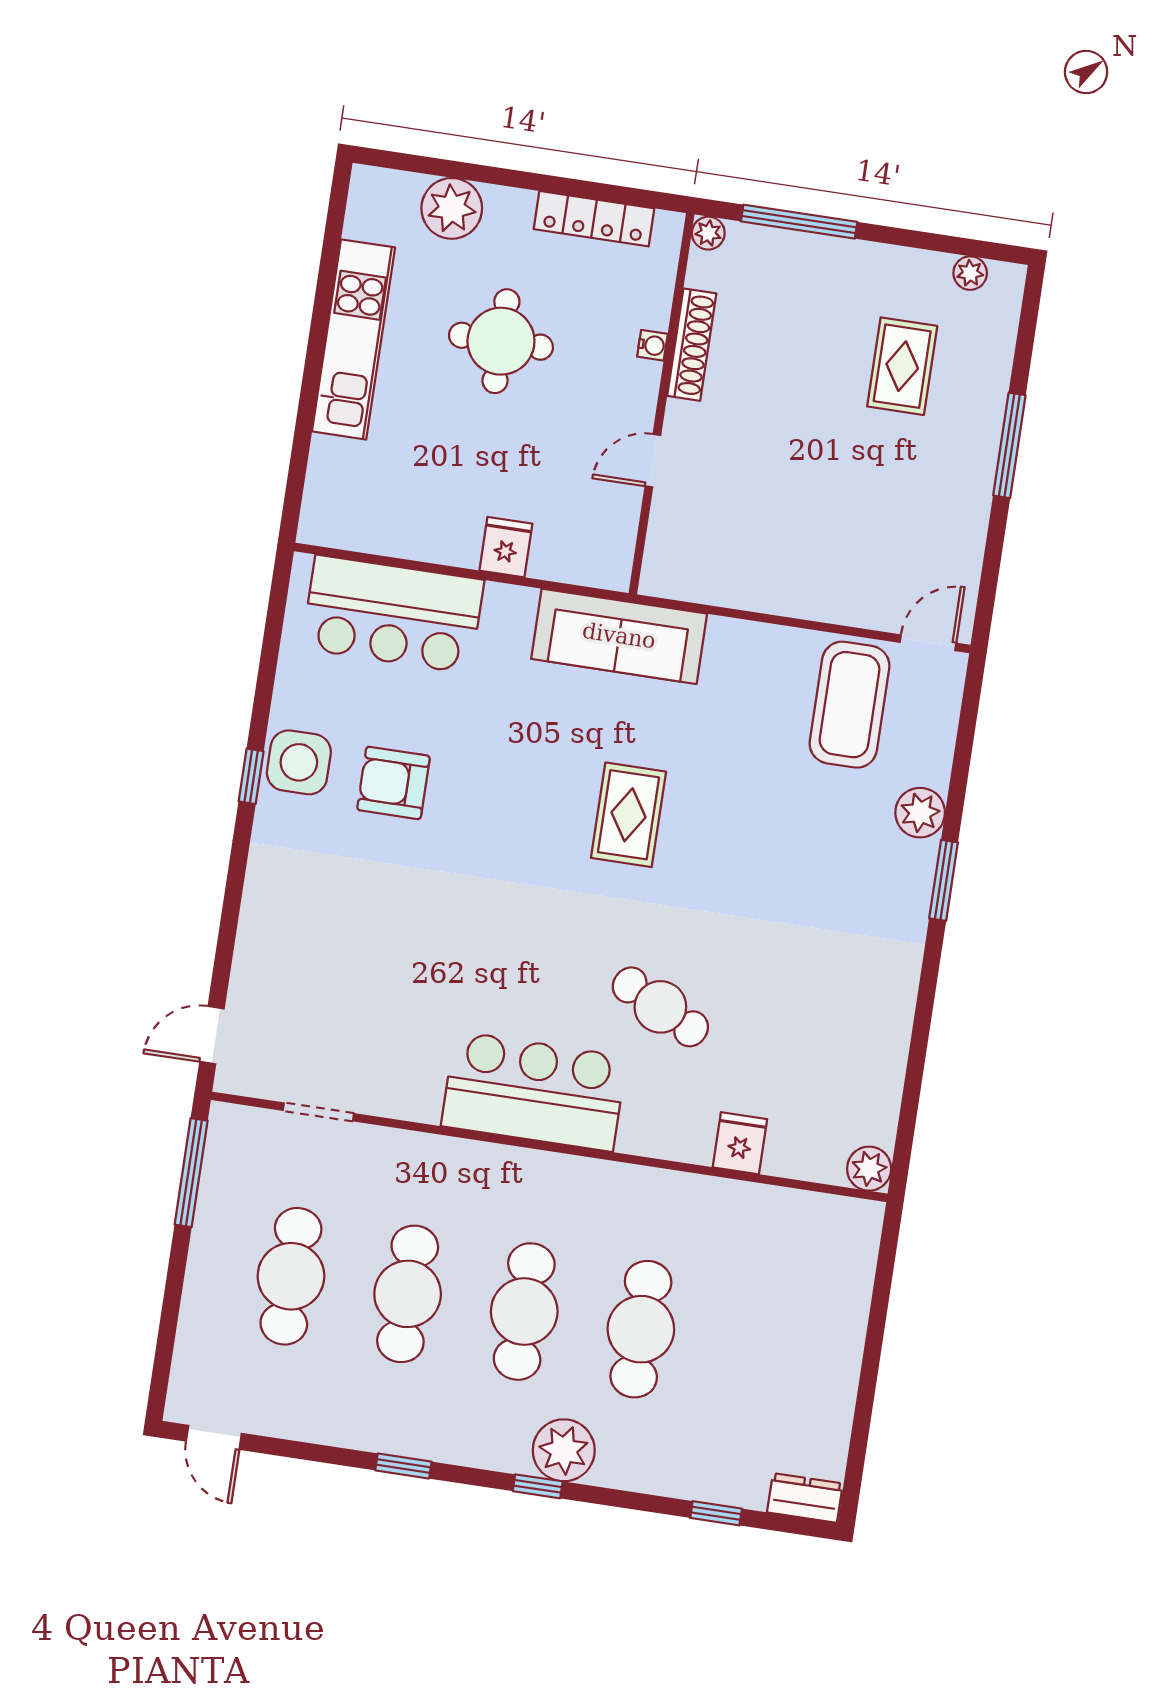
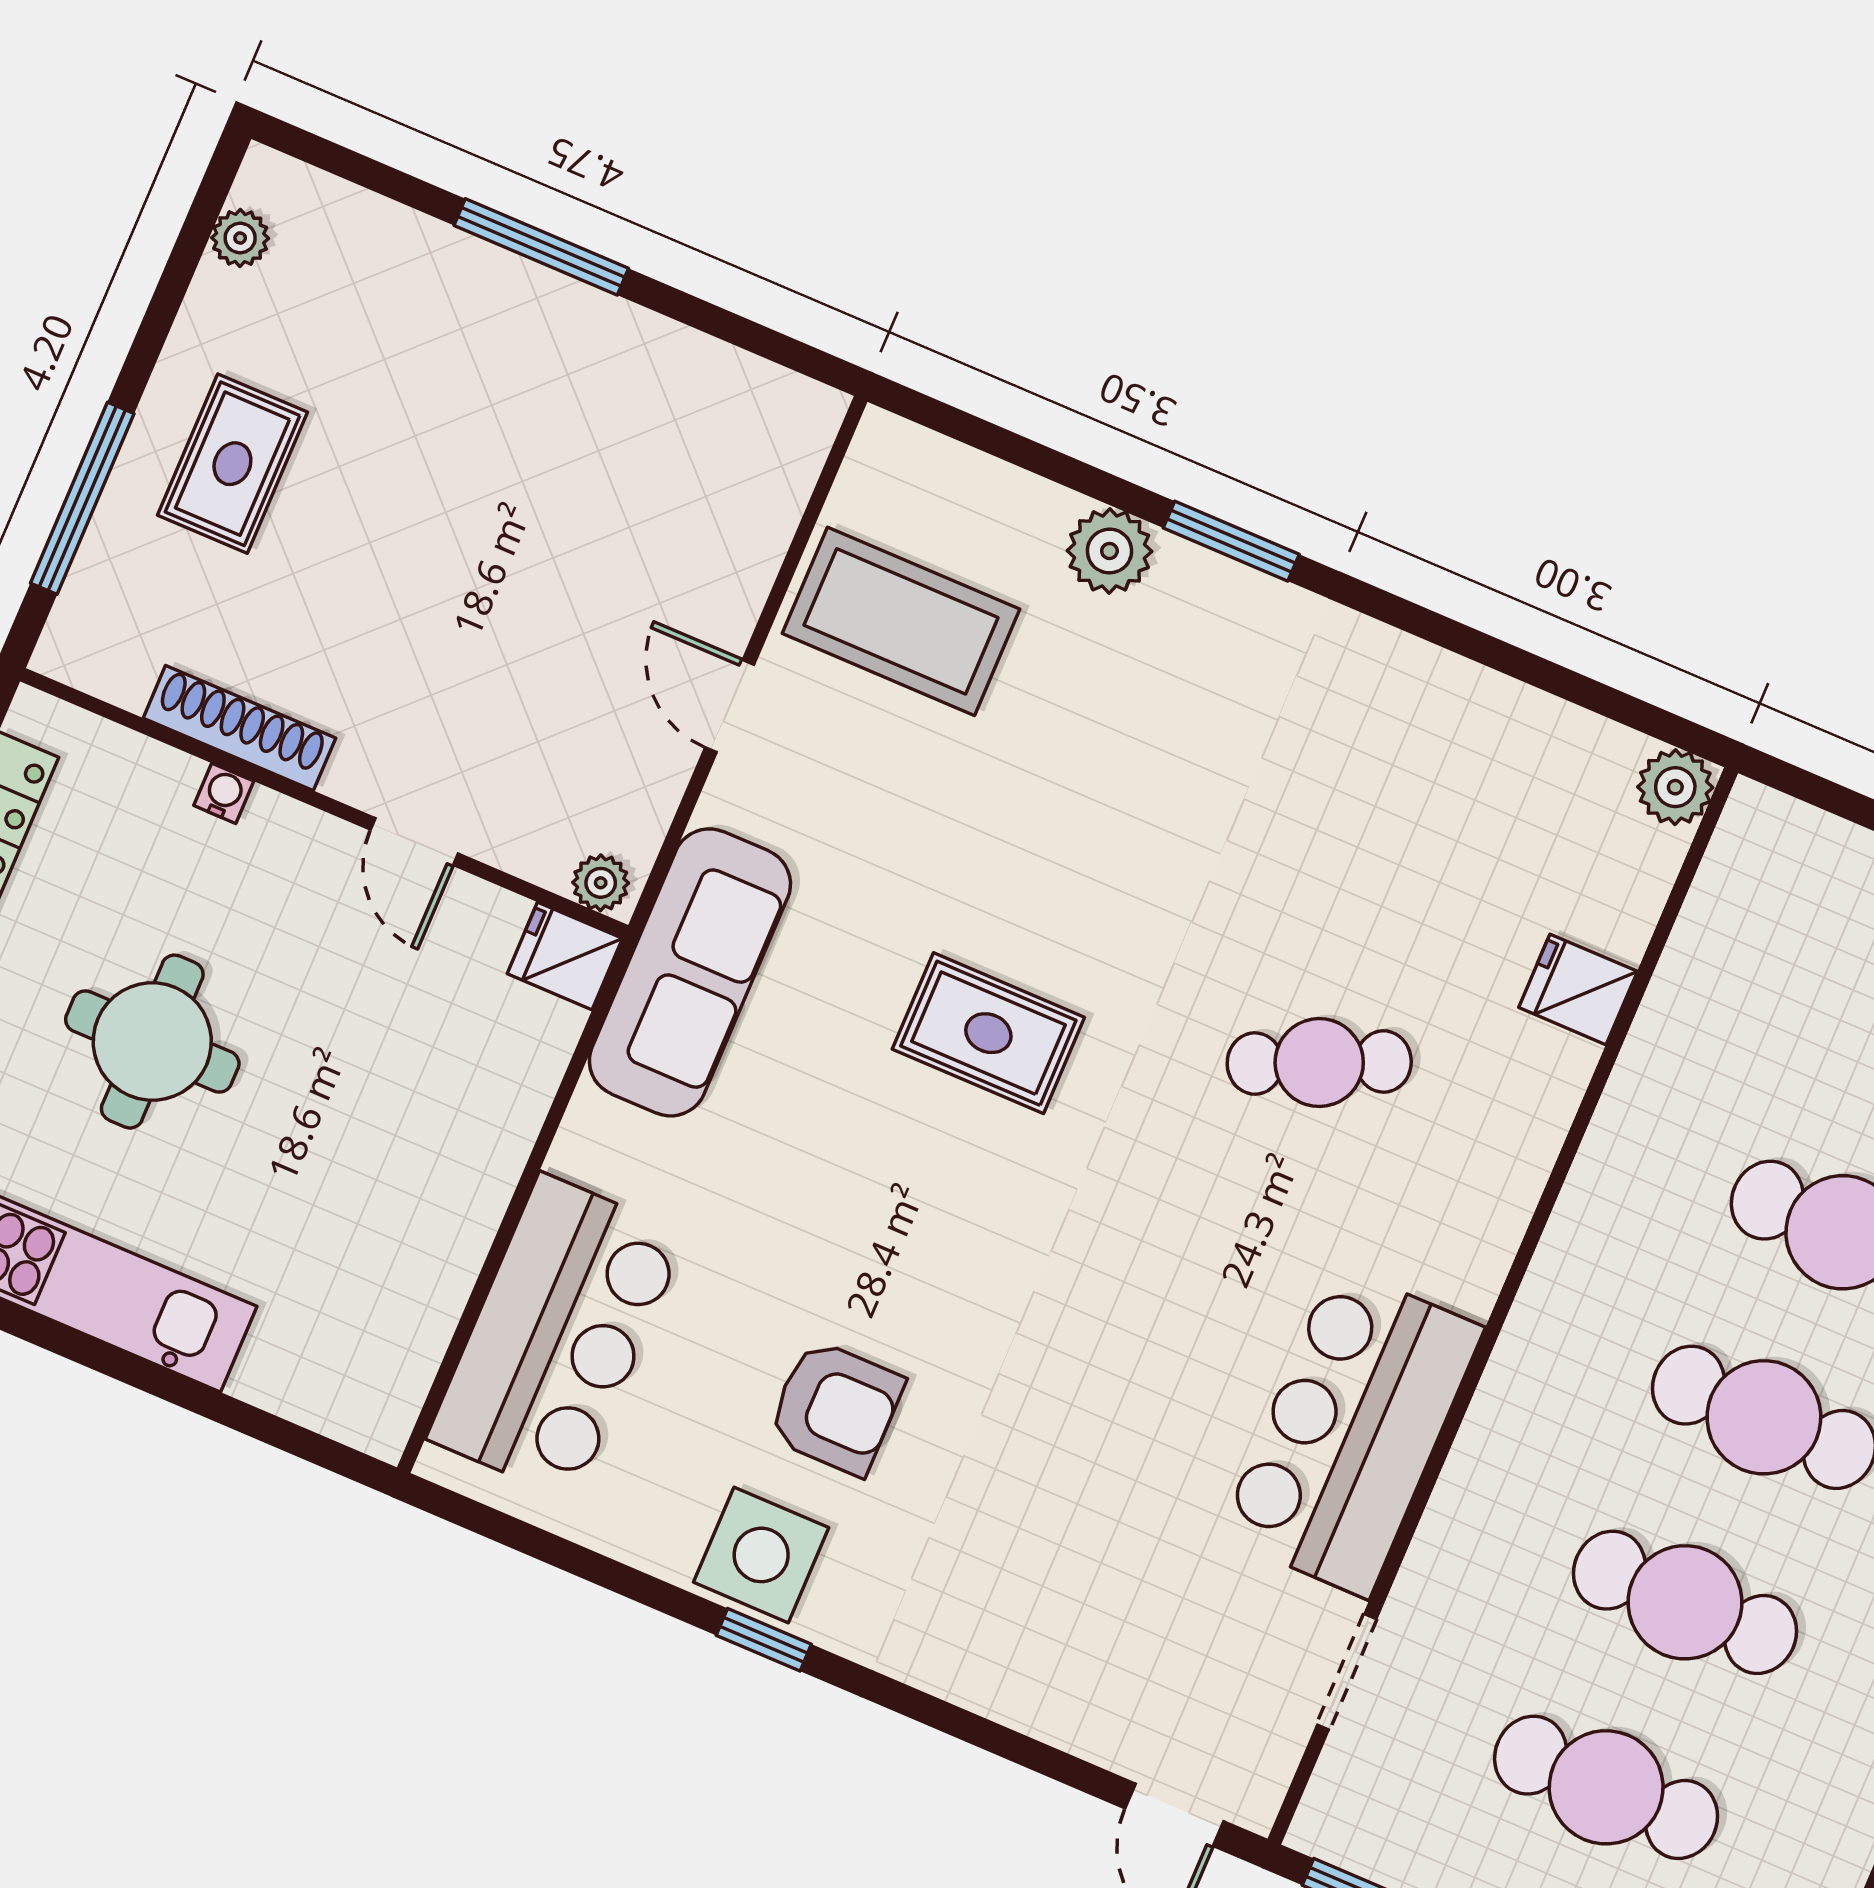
plant: (708, 233) -> (601, 883), moved
rug: (902, 366) -> (232, 464), moved, turned 90
fridge: (506, 547) -> (565, 956), moved
door: (928, 643) -> (730, 706), moved
armchair: (393, 783) -> (836, 1408), turned -90
cafe table: (660, 1007) -> (1319, 1063), turned 39
bar counter: (534, 1091) -> (1352, 1432), moved

